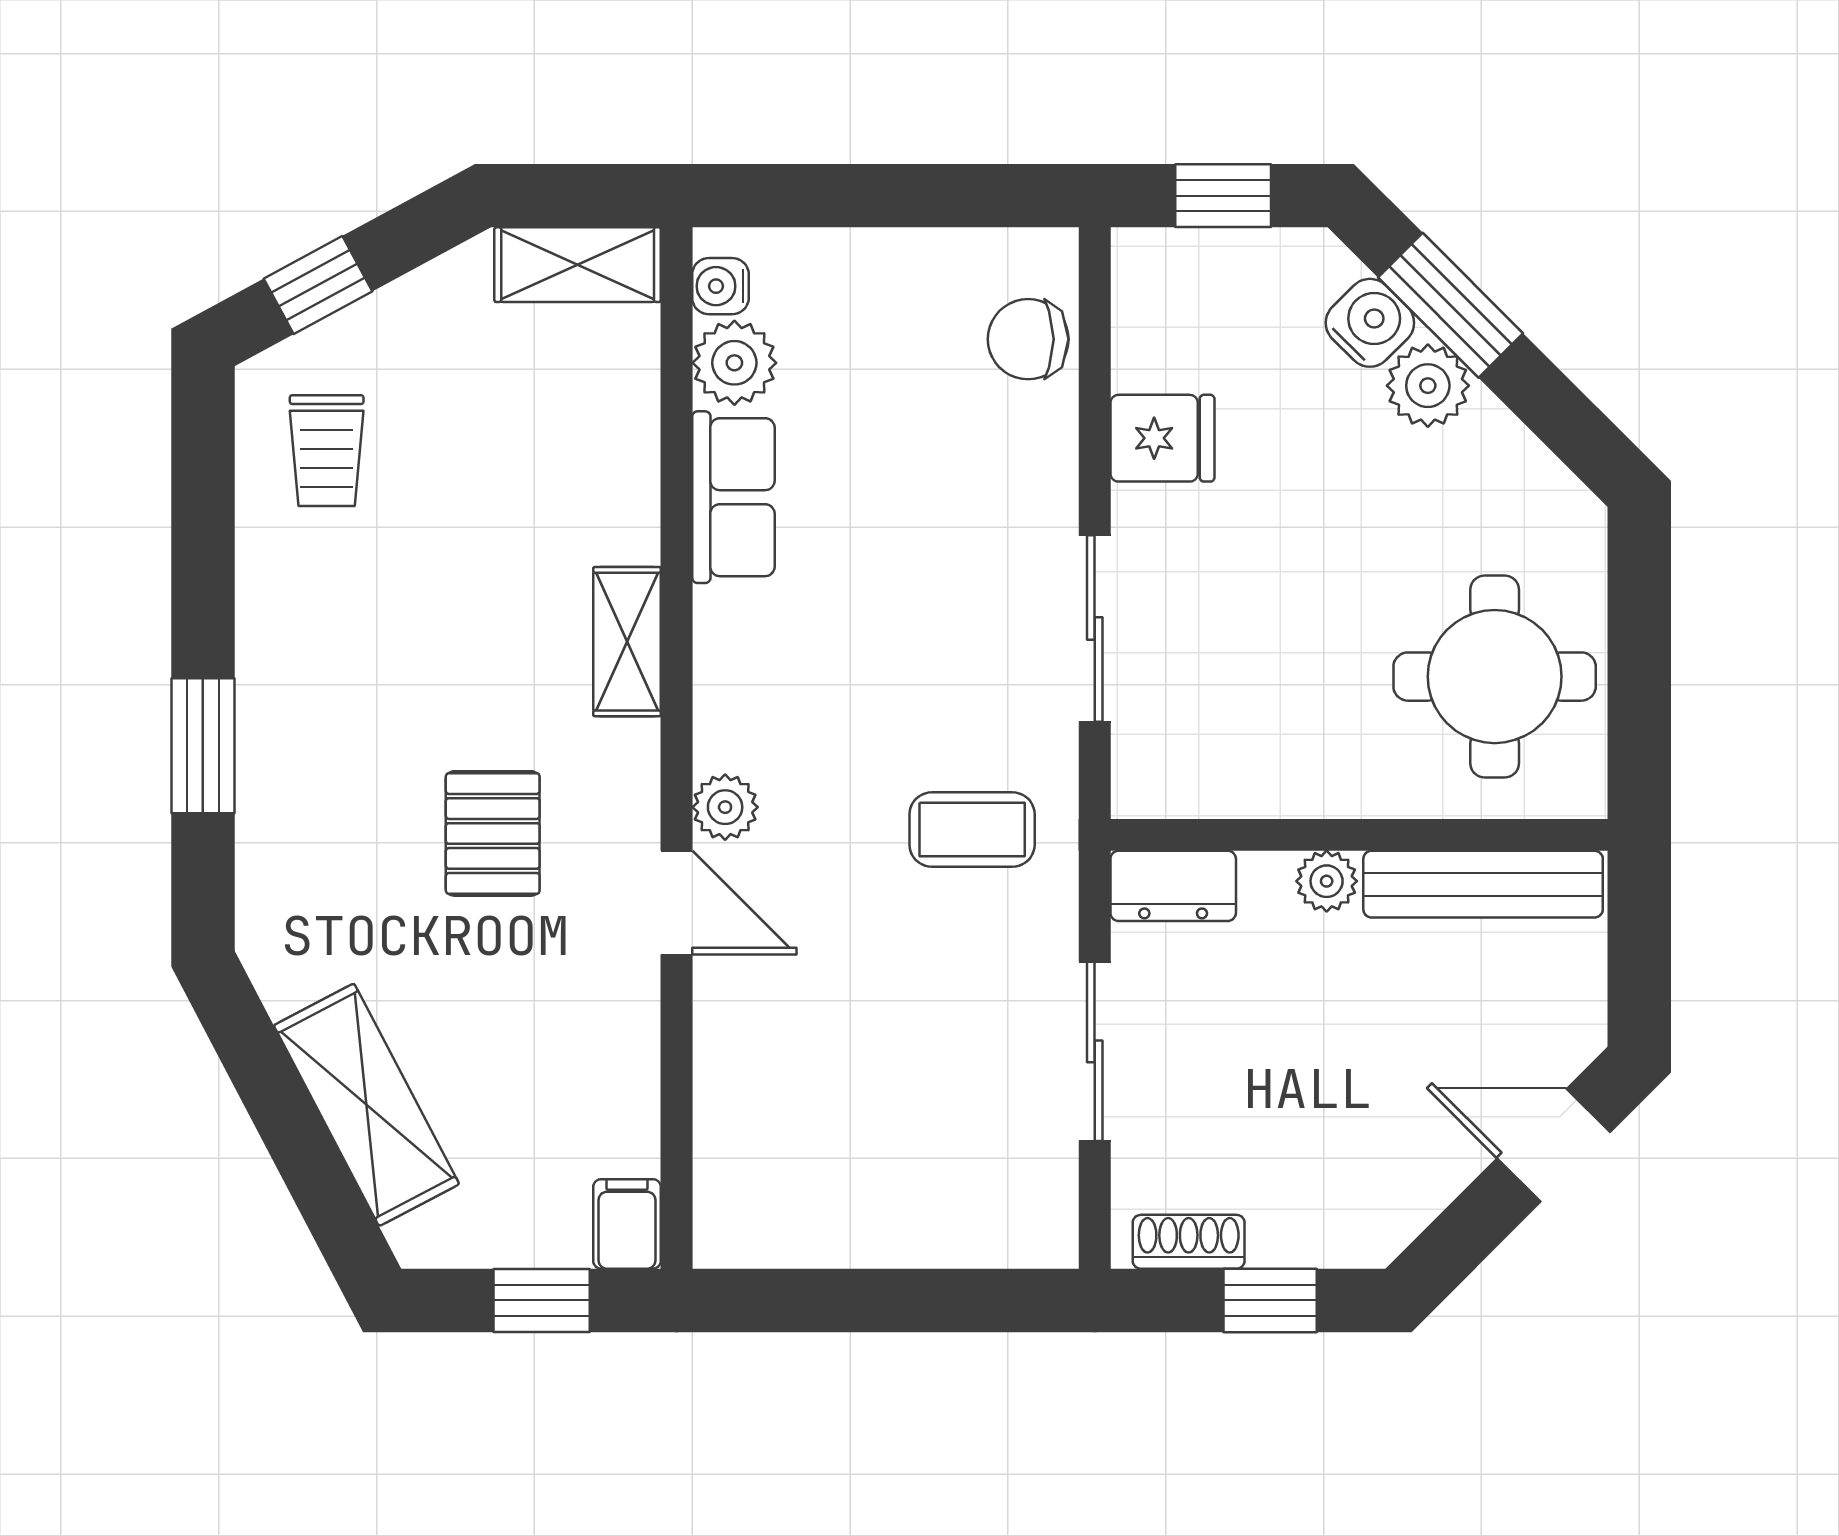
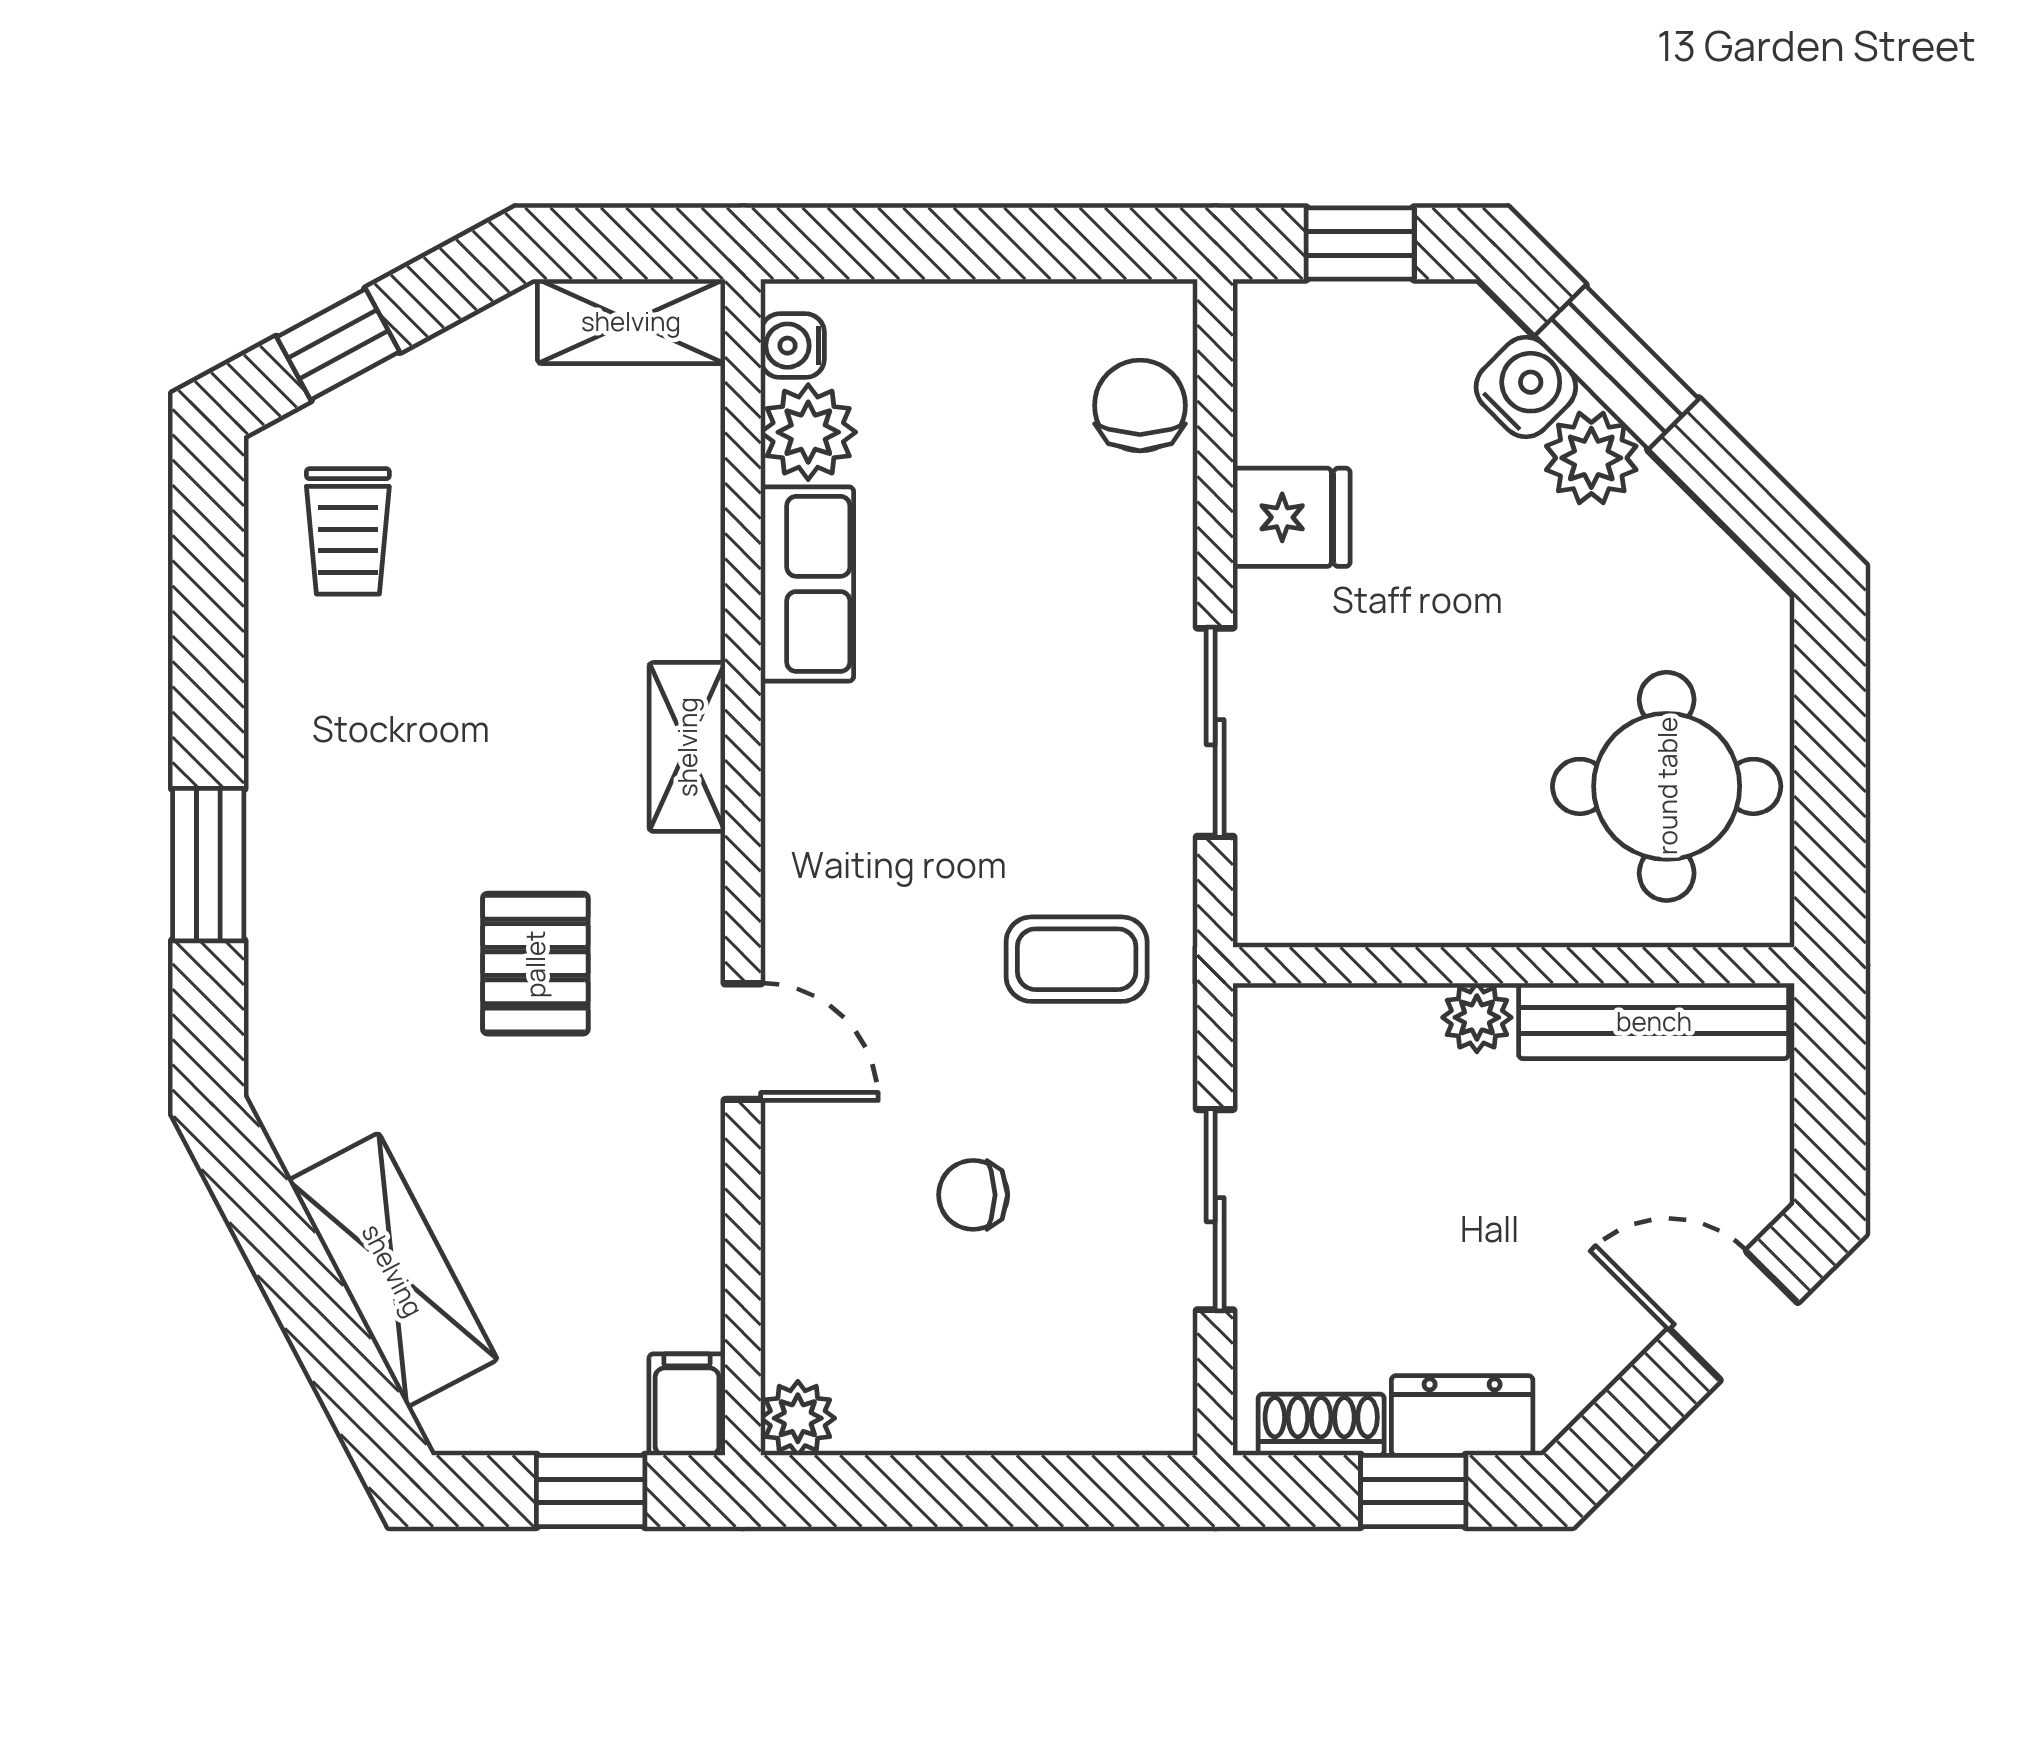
chair: (1028, 339) -> (1140, 406), turned 90
plant: (725, 807) -> (798, 1418), moved
dresser: (1173, 886) -> (1462, 1415), moved, turned 180
chair: (880, 1038) -> (973, 1195), added

